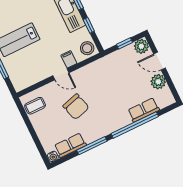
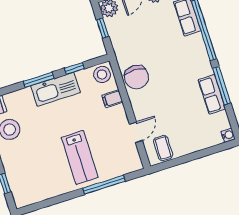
door: (61, 74) -> (136, 132), moved
chair: (76, 107) -> (136, 77), moved, turned 106
row of seats: (70, 145) -> (212, 94), moved

